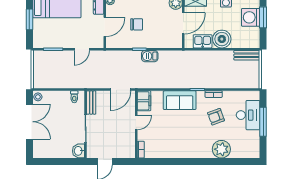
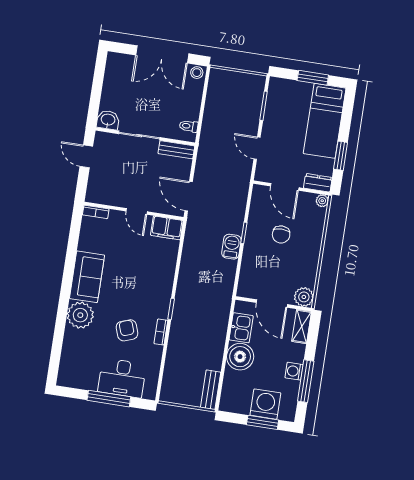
sofa: (180, 100) -> (87, 277), moved, turned 180
plant: (221, 149) -> (80, 315), moved

